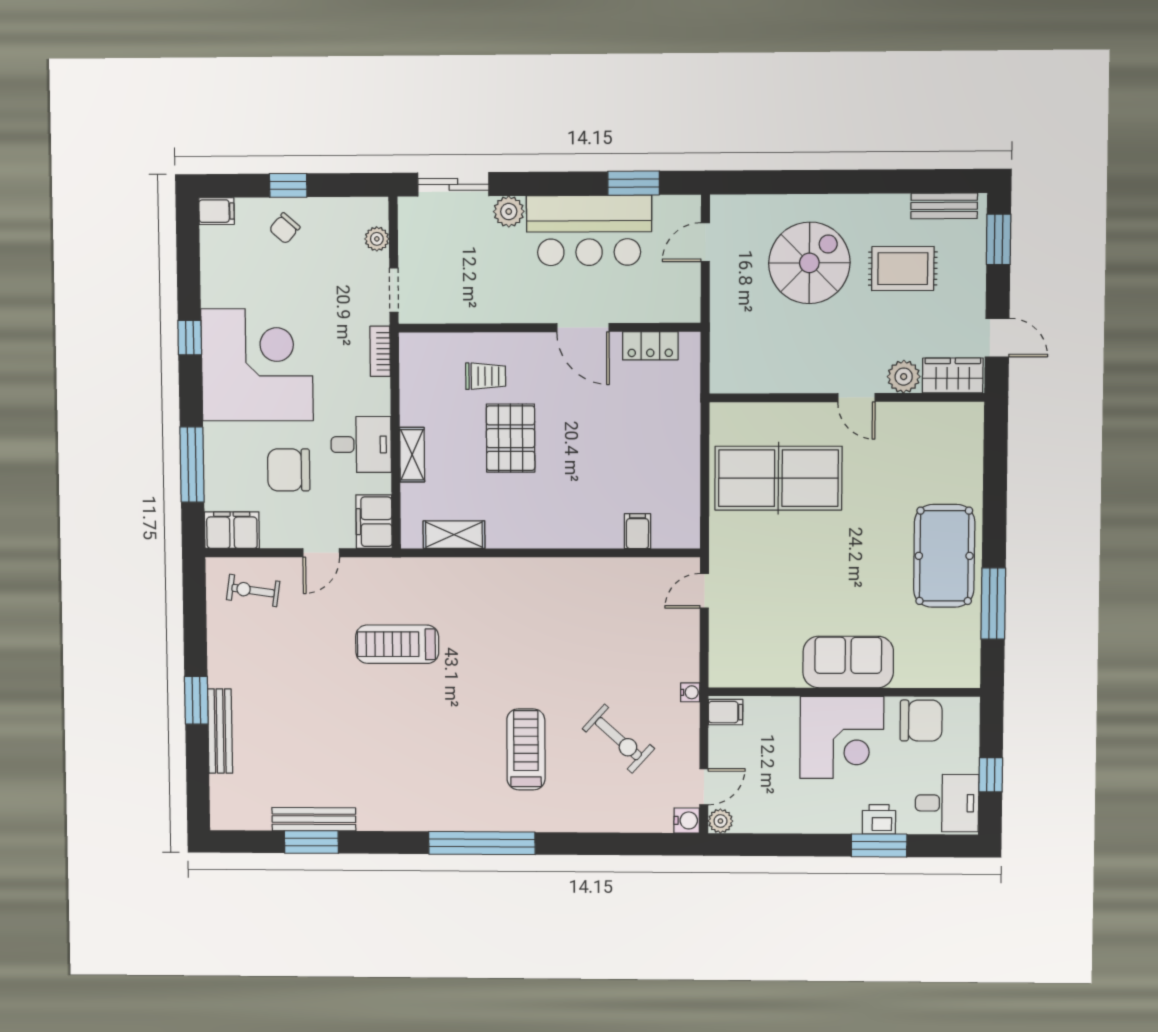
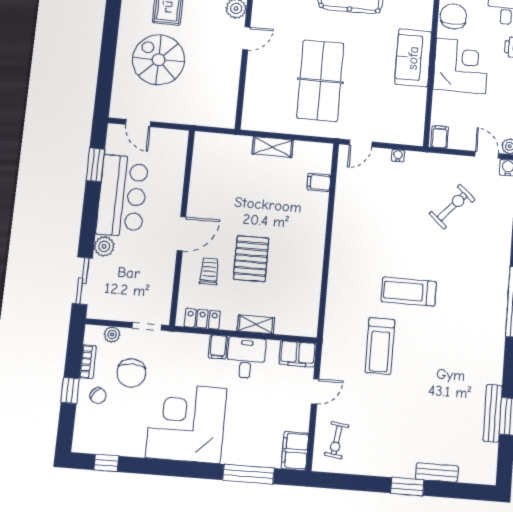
filing cabinet: (217, 211) -> (218, 347), moved, turned 180
door: (583, 328) -> (181, 234), moved
window: (190, 338) -> (106, 463), moved
locker: (650, 346) -> (202, 319), moved, turned -90
bookcase: (380, 351) -> (88, 362), moved, turned -90
pallet: (511, 438) -> (251, 259), turned 90
chair: (289, 470) -> (131, 373), moved
table tennis table: (778, 478) -> (320, 81), moved
shelving: (454, 535) -> (273, 147), moved, turned 90
door: (321, 553) -> (315, 391), hinge flipped
door: (704, 591) -> (361, 143), hinge flipped
water cooler: (690, 692) -> (398, 156), moved
bench: (220, 731) -> (437, 473), width x0.73
treadmill: (526, 749) -> (409, 292), moved

